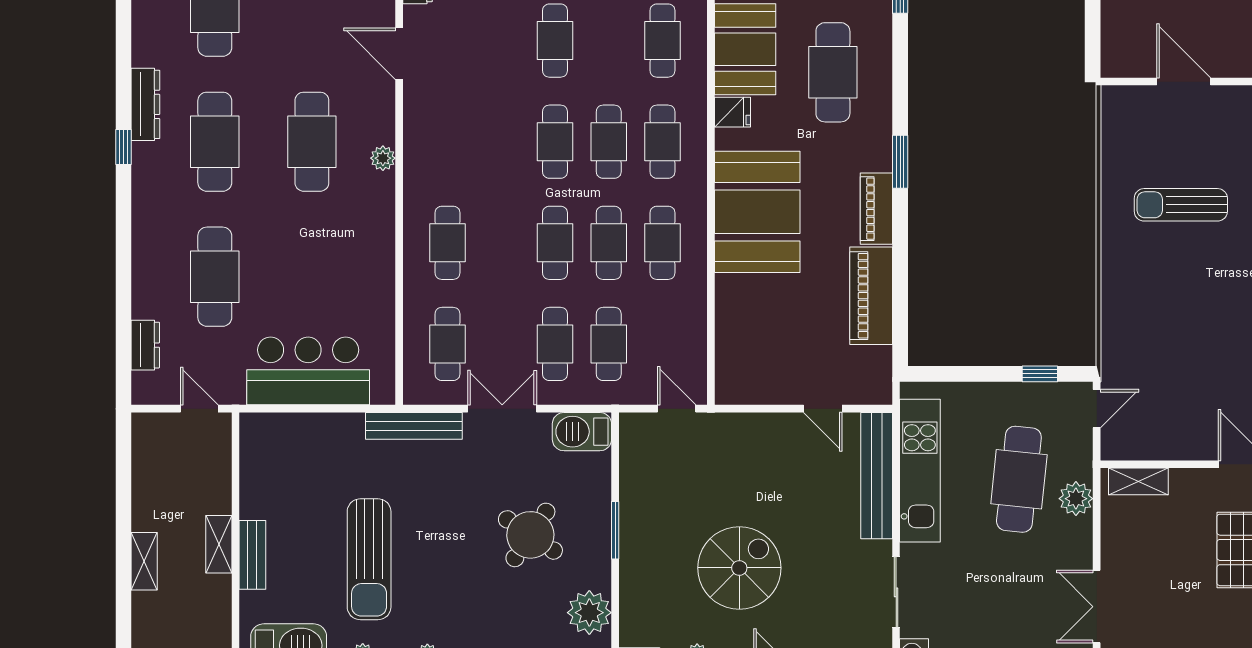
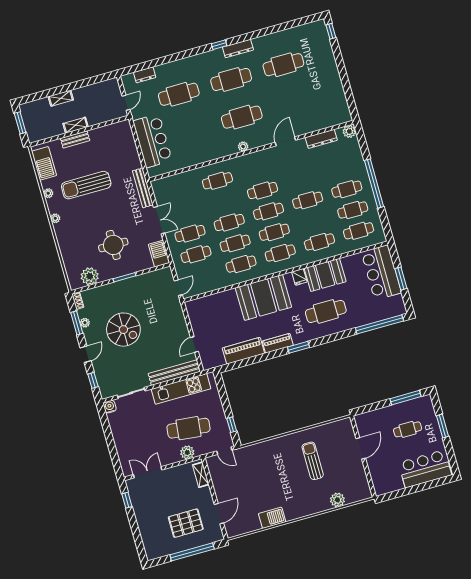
cafe table: (447, 344) -> (263, 191), moved
round table: (530, 535) -> (113, 245), turned -34

